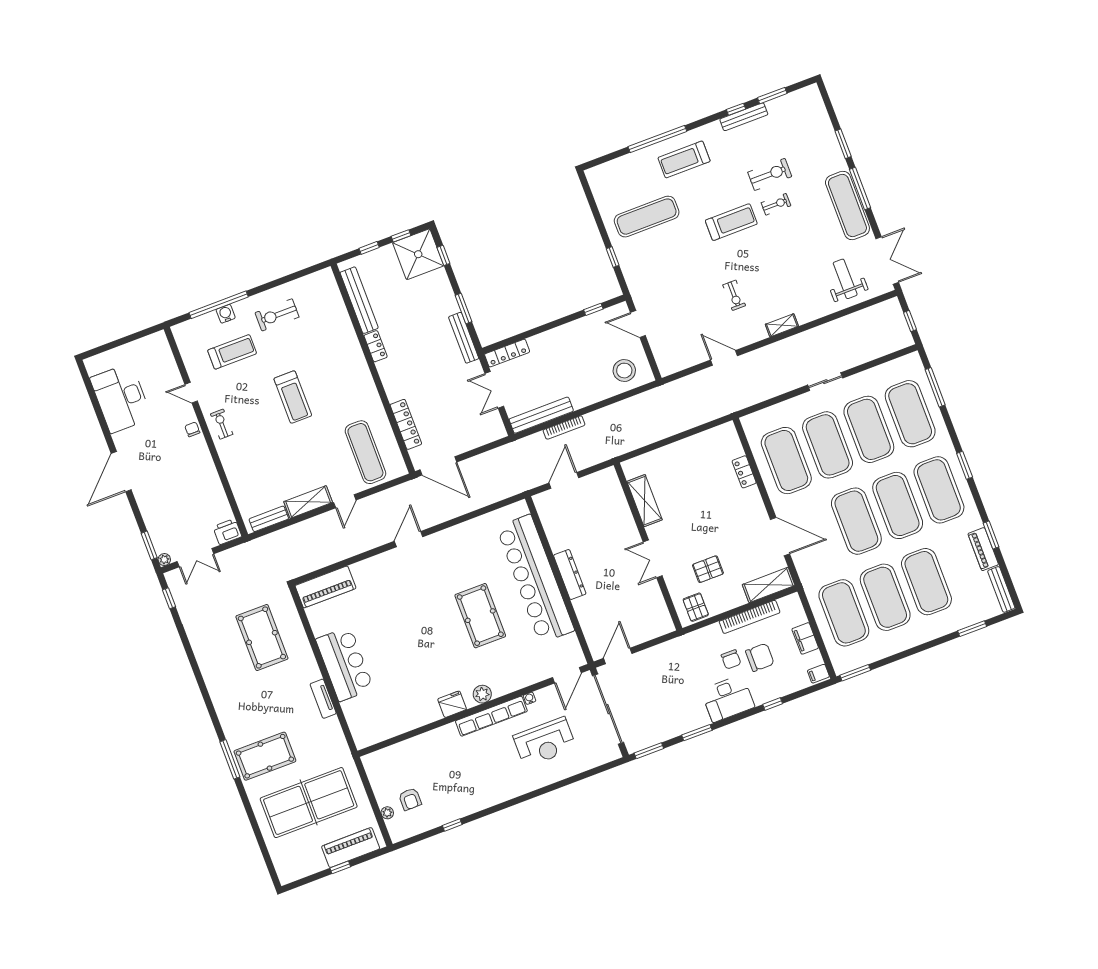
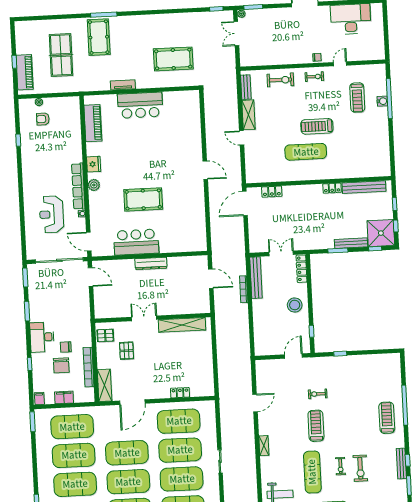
exercise mat: (647, 217) -> (312, 472), moved
treadmill: (731, 222) -> (316, 426), moved, turned 180
exercise bike: (734, 295) -> (318, 394), moved
exercise bike: (277, 315) -> (280, 80), moved, turned 90
bench: (464, 338) -> (351, 243), moved
stool: (624, 371) -> (295, 305), moved
locker: (406, 424) -> (272, 192), width x0.66
exercise mat: (365, 452) -> (306, 152), moved
shelving: (645, 501) -> (182, 325), width x1.47
printer: (227, 532) -> (246, 59), removed
bar counter: (535, 579) -> (136, 242), width x0.54
piano: (326, 587) -> (93, 123), moved, turned 180
table tennis table: (309, 803) -> (61, 55), width x0.73, depth x0.76

